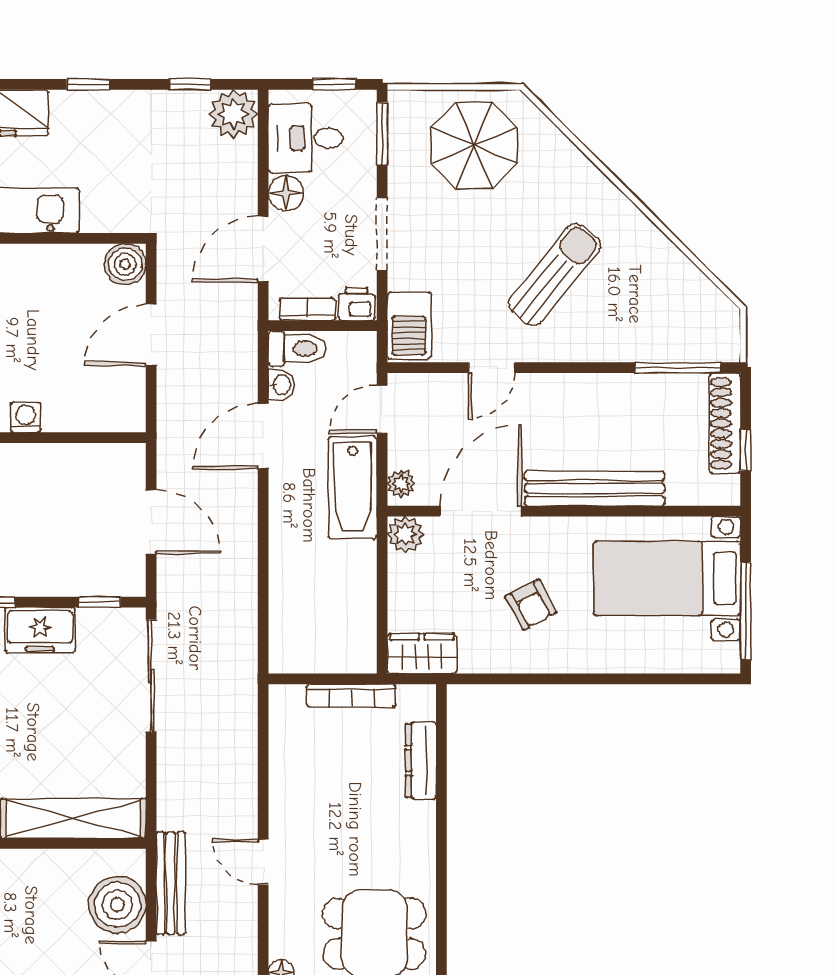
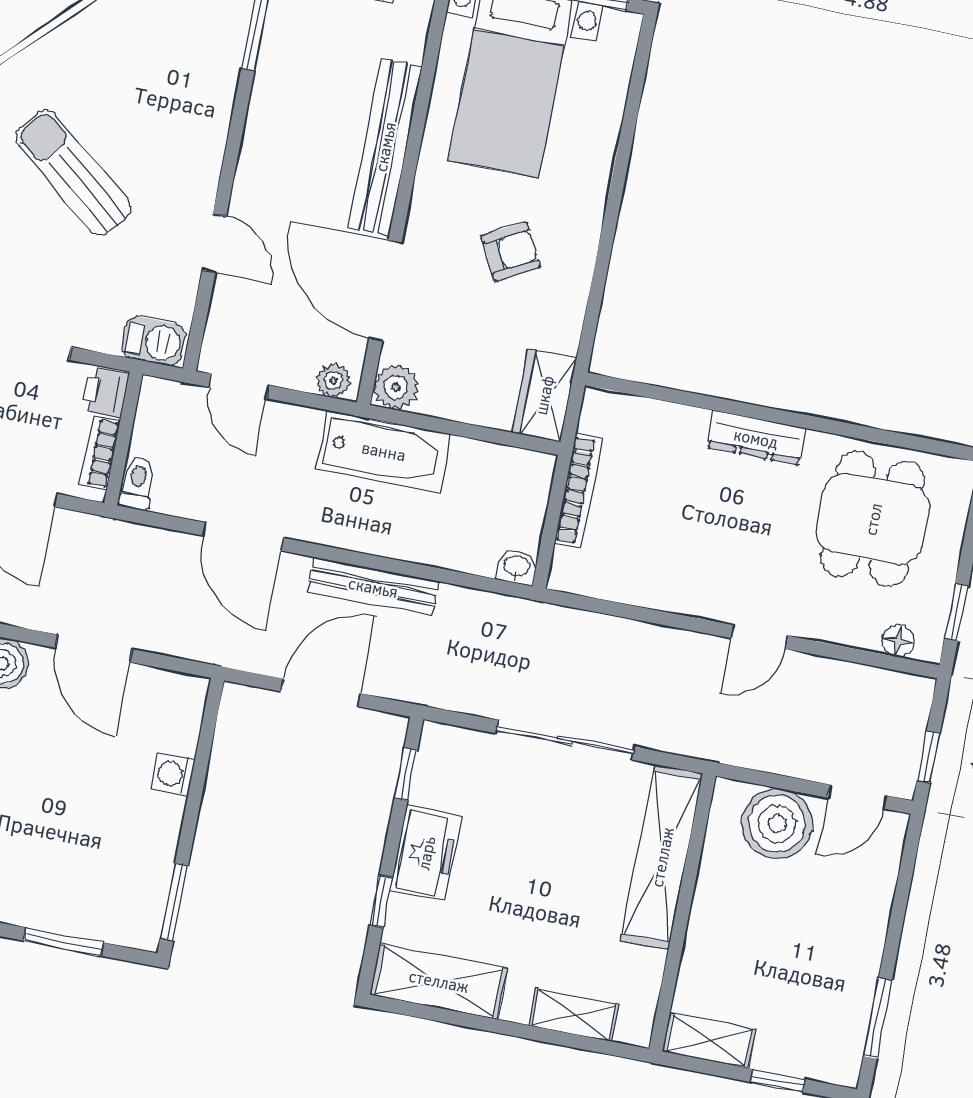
sun lounger: (555, 274) -> (73, 173), moved
barbecue: (409, 325) -> (154, 341), width x0.73, depth x0.79
toilet: (297, 349) -> (137, 483), width x0.73, depth x0.72
washbasin: (281, 385) -> (516, 567), moved
washing machine: (26, 417) -> (173, 774), moved
bathtub: (353, 488) -> (384, 451), moved
sliding door: (151, 676) -> (565, 740), moved
dresser: (421, 760) -> (756, 438), moved
bench: (171, 883) -> (373, 587), moved

